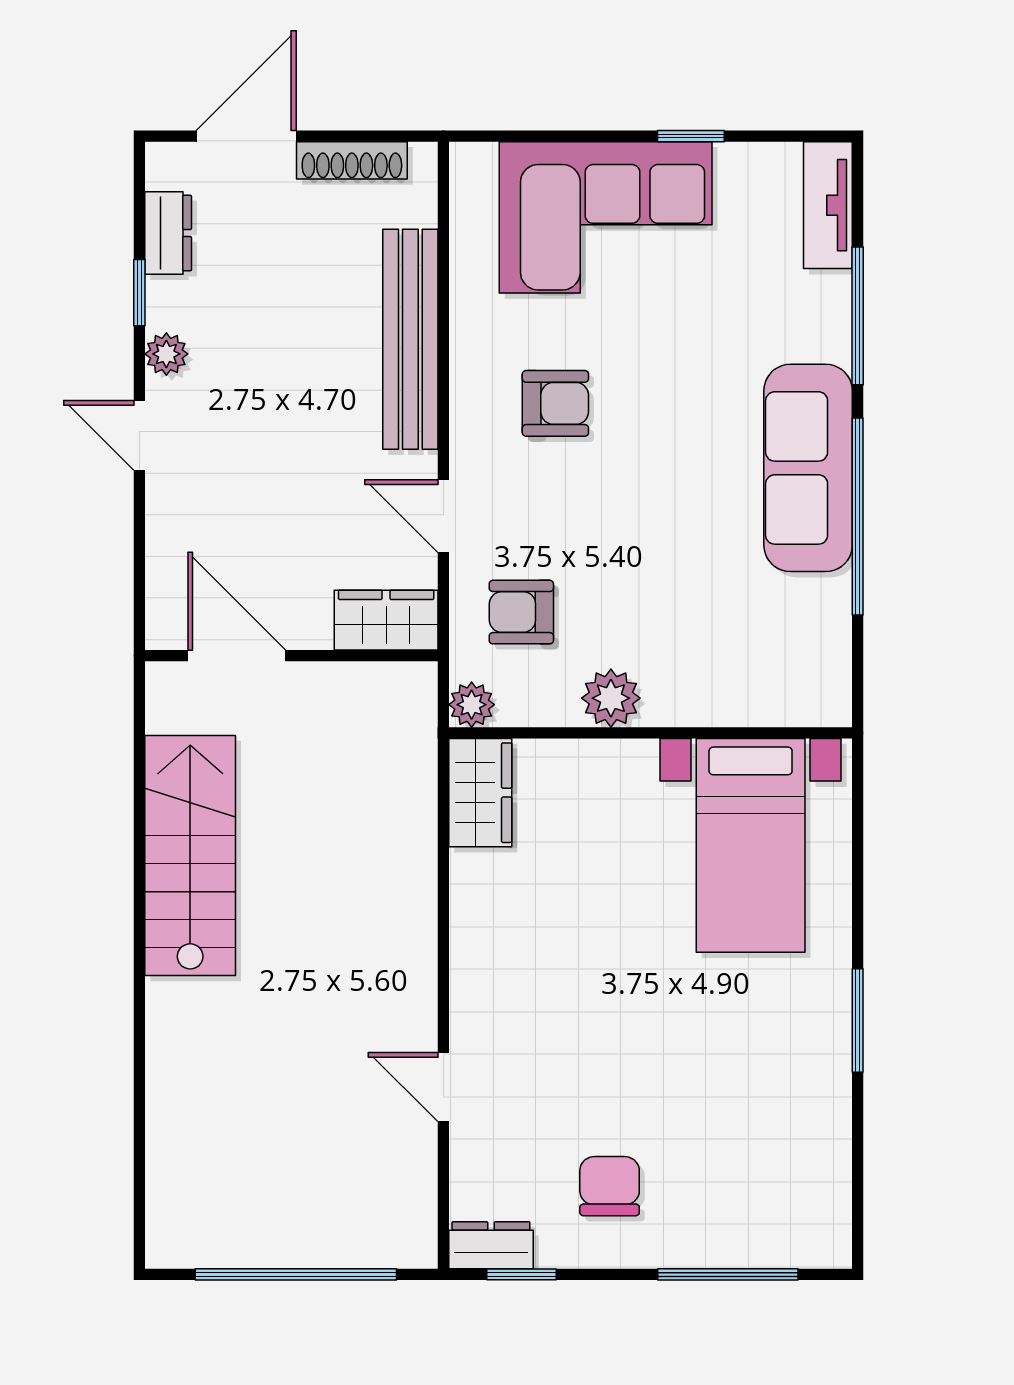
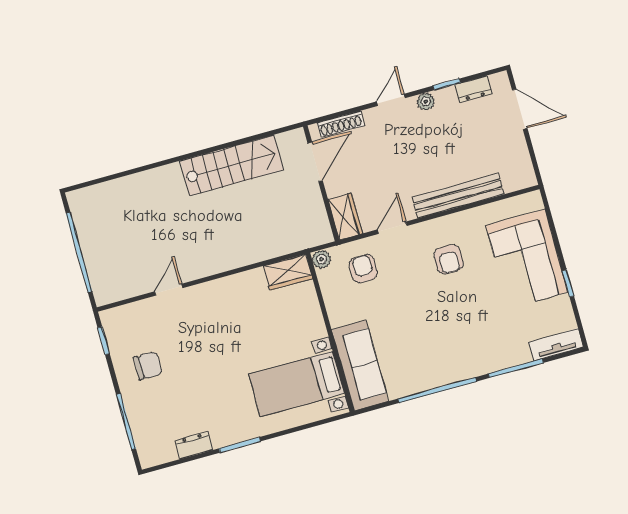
shoe rack: (352, 160) -> (341, 124), moved, turned -90
sofa: (808, 468) -> (360, 365), moved, turned 90
plant: (611, 698) -> (339, 313), removed
dresser: (491, 1245) -> (194, 445), moved, turned -90

